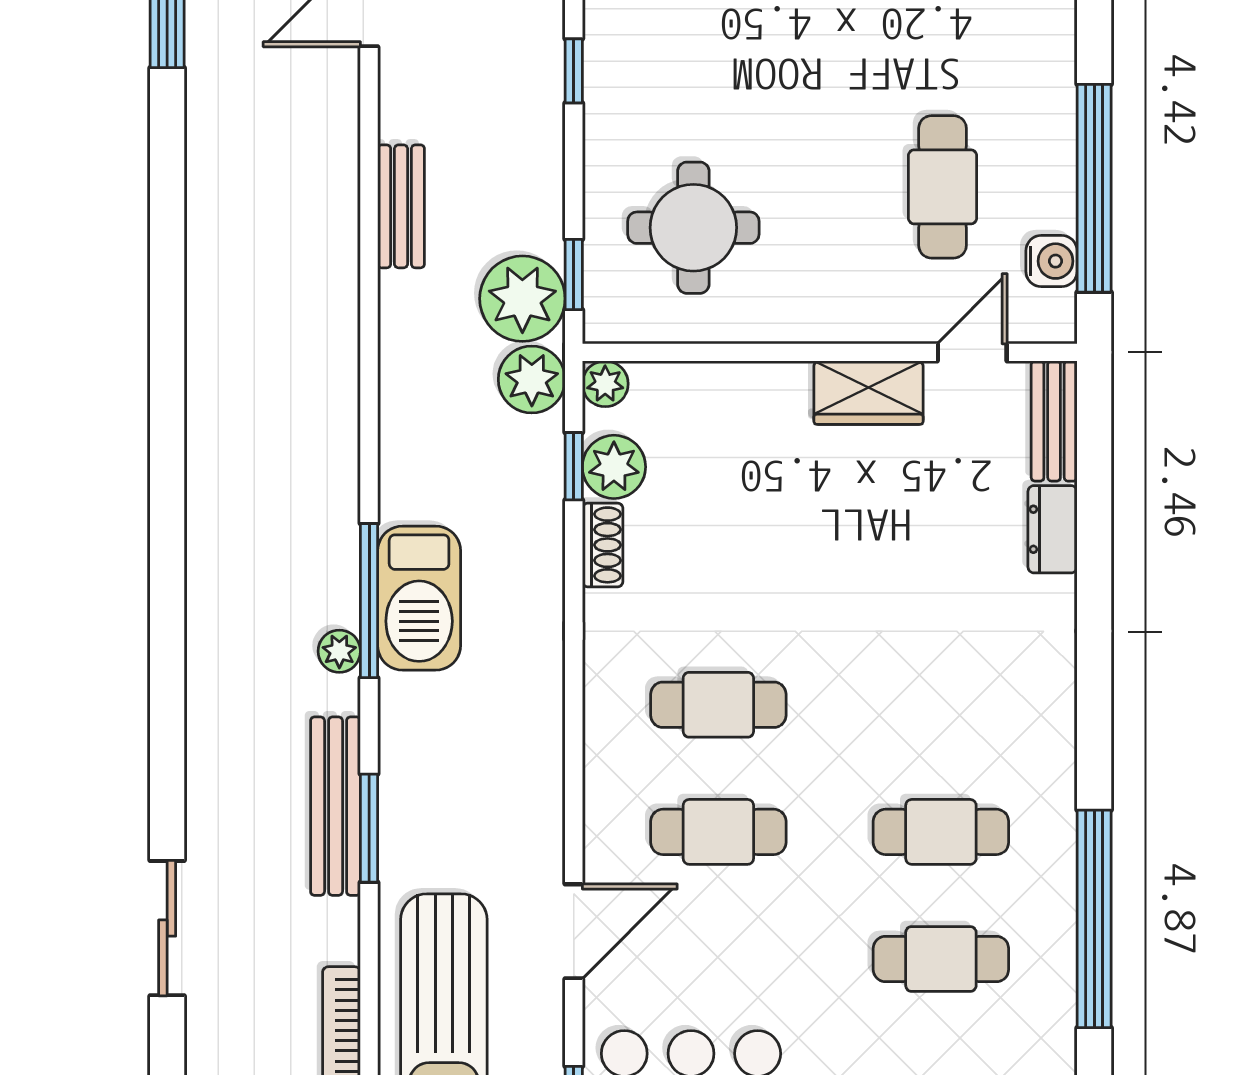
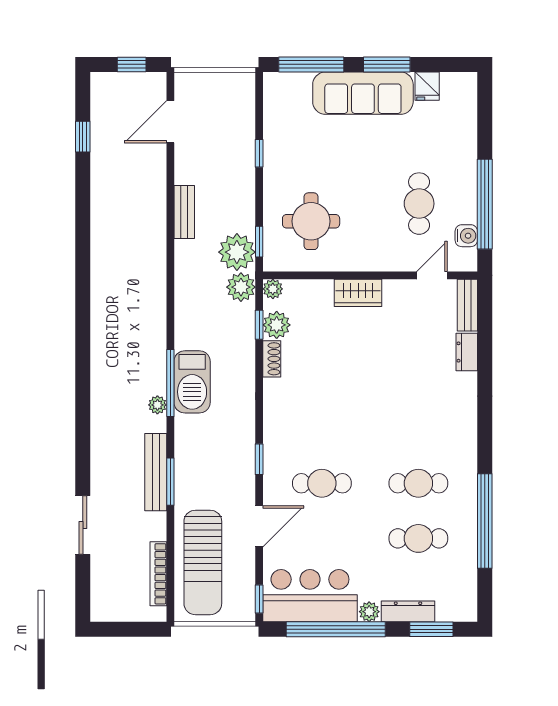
wardrobe: (868, 393) -> (358, 293), moved
cafe table: (718, 705) -> (322, 428), removed
window: (574, 777) -> (259, 459), added

